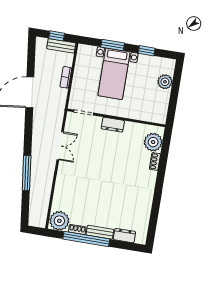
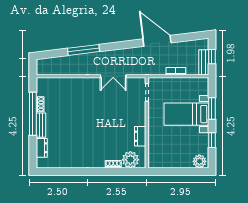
plant: (165, 82) -> (199, 161), moved
dresser: (113, 125) -> (140, 136), moved
plant: (59, 221) -> (45, 87), removed

